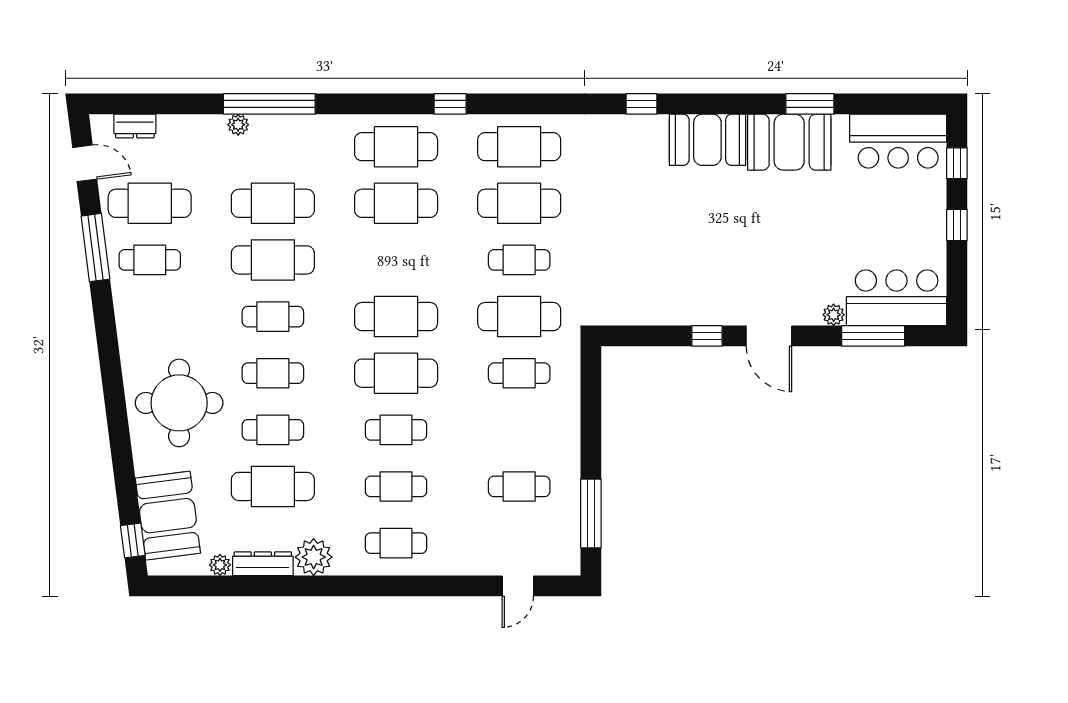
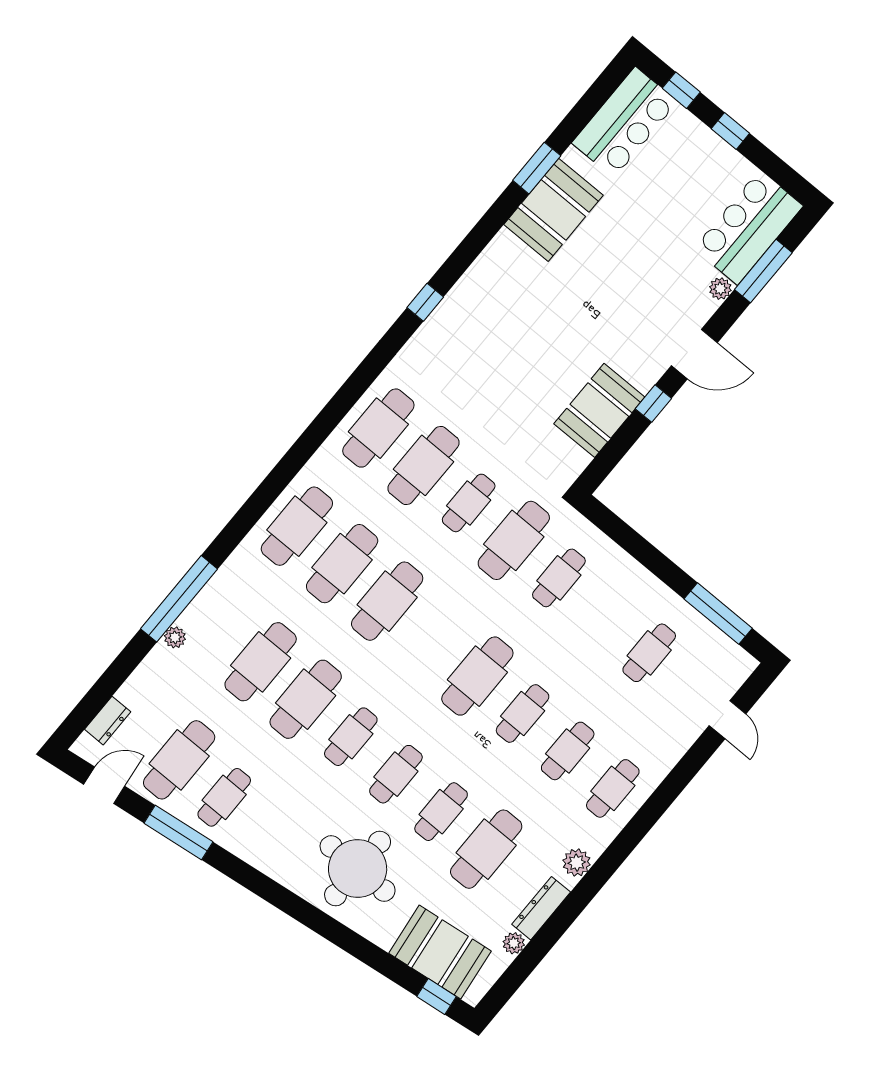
window: (450, 104) -> (299, 455), removed
booth: (707, 140) -> (599, 410), moved
cafe table: (396, 317) -> (387, 601), moved
plant: (314, 557) -> (577, 863), width x0.73, depth x0.73

